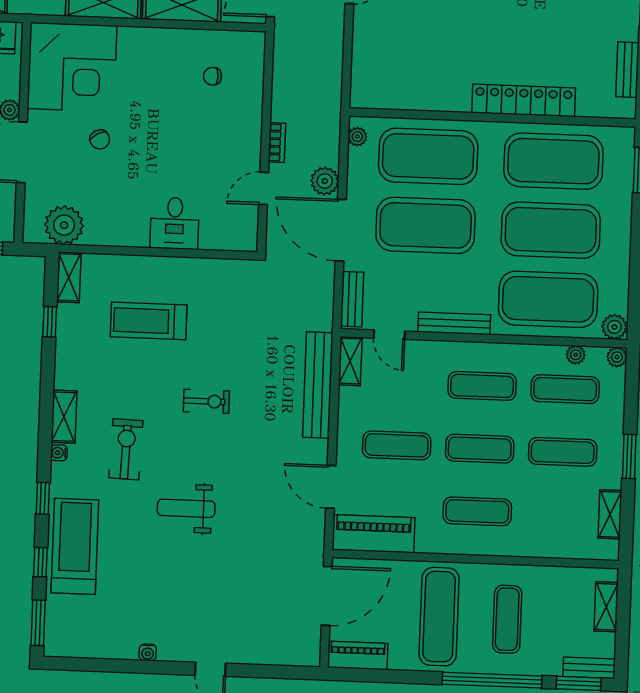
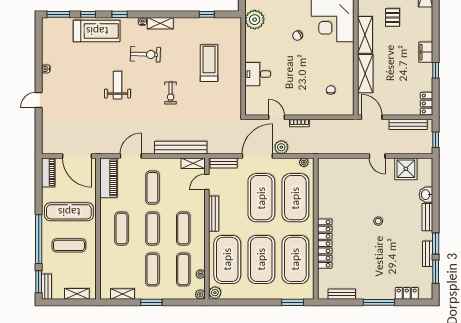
shelving: (69, 277) -> (229, 23), removed

